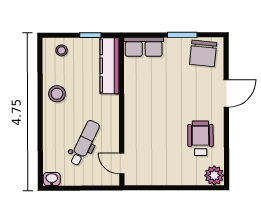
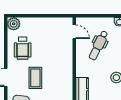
coffee table: (181, 93) -> (35, 78), added

